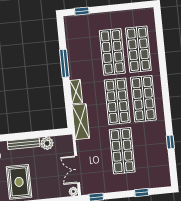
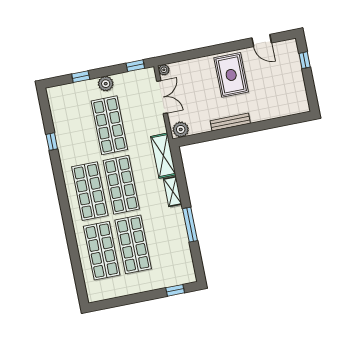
plant: (47, 143) -> (181, 129), moved
plant: (122, 185) -> (106, 84), added

